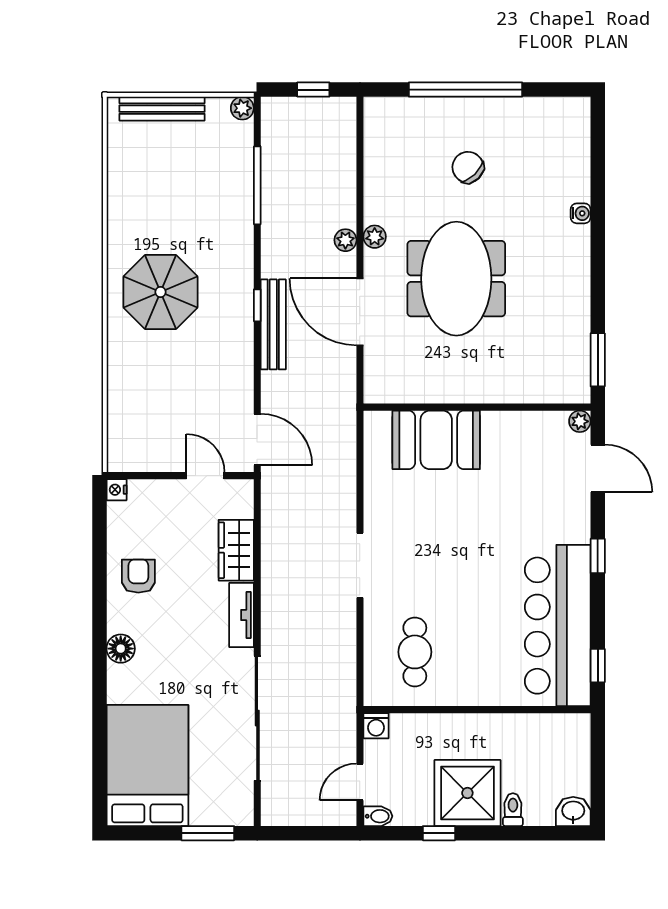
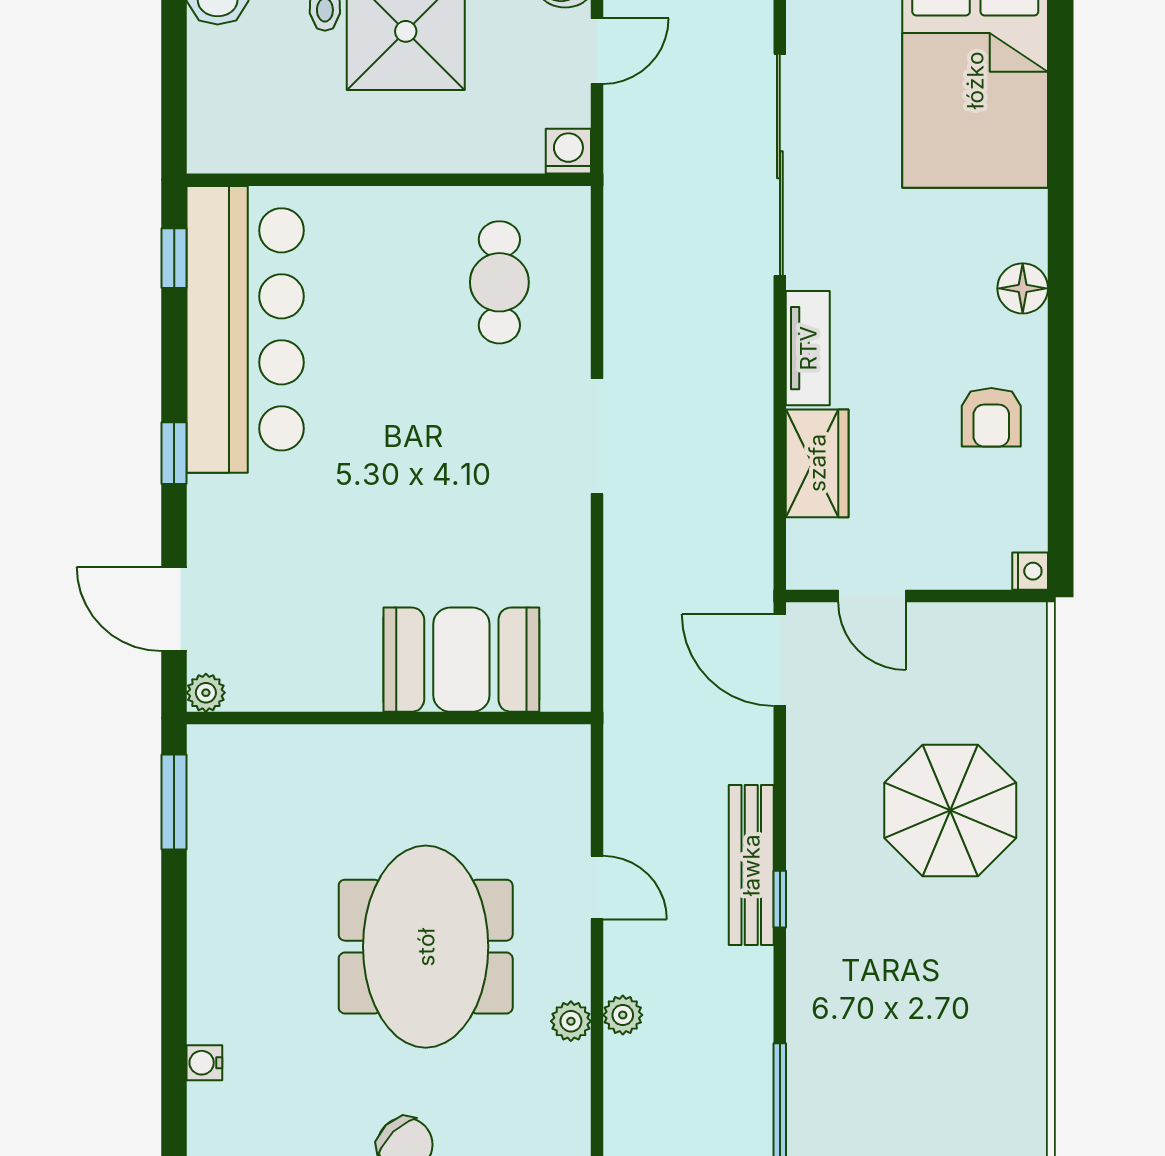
parasol: (161, 292) -> (950, 810), moved
door: (360, 312) -> (597, 888), width x0.53

